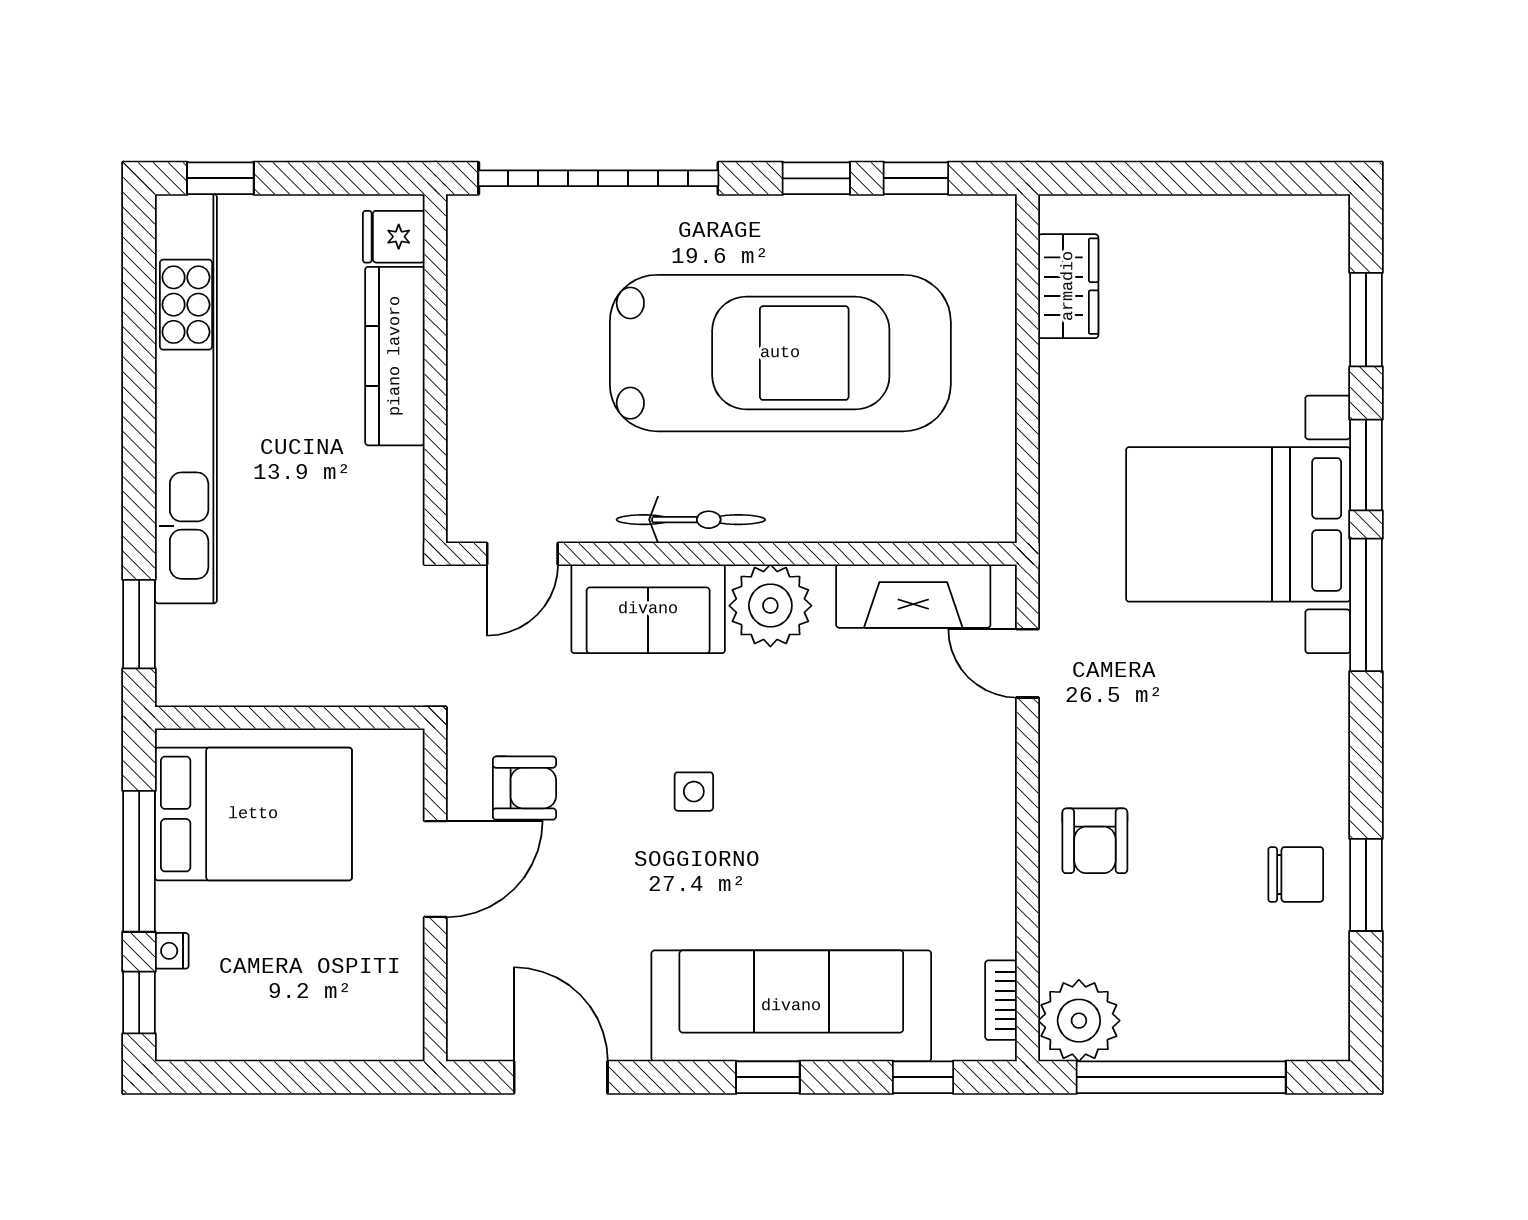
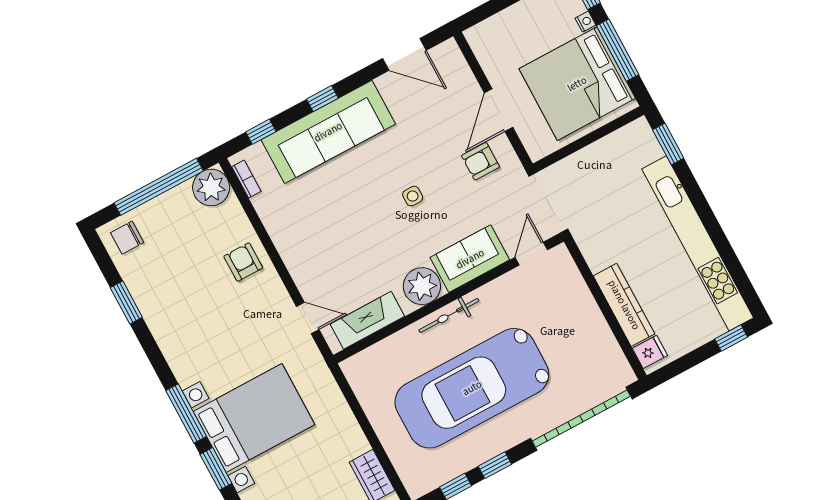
bicycle: (691, 520) -> (449, 315), moved
bed: (253, 814) -> (577, 84), width x1.36
chair: (1296, 874) -> (127, 238), moved

